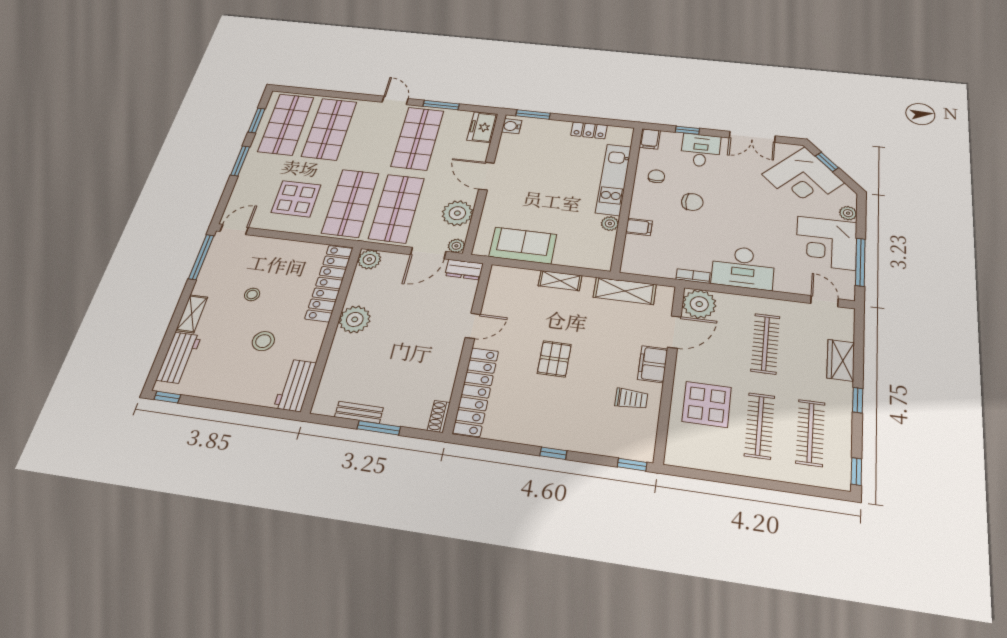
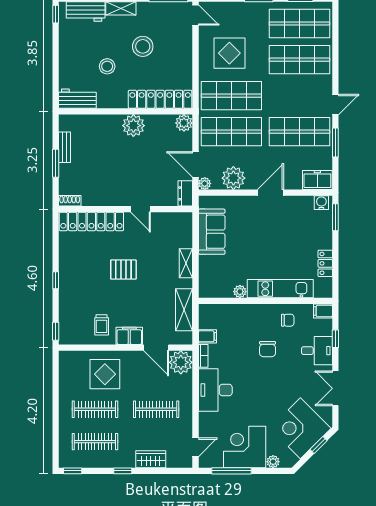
filing cabinet: (639, 227) -> (207, 336), moved, turned -90
stool: (252, 294) -> (143, 46), width x1.89, depth x1.89

